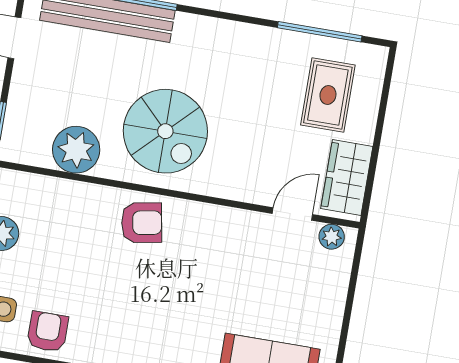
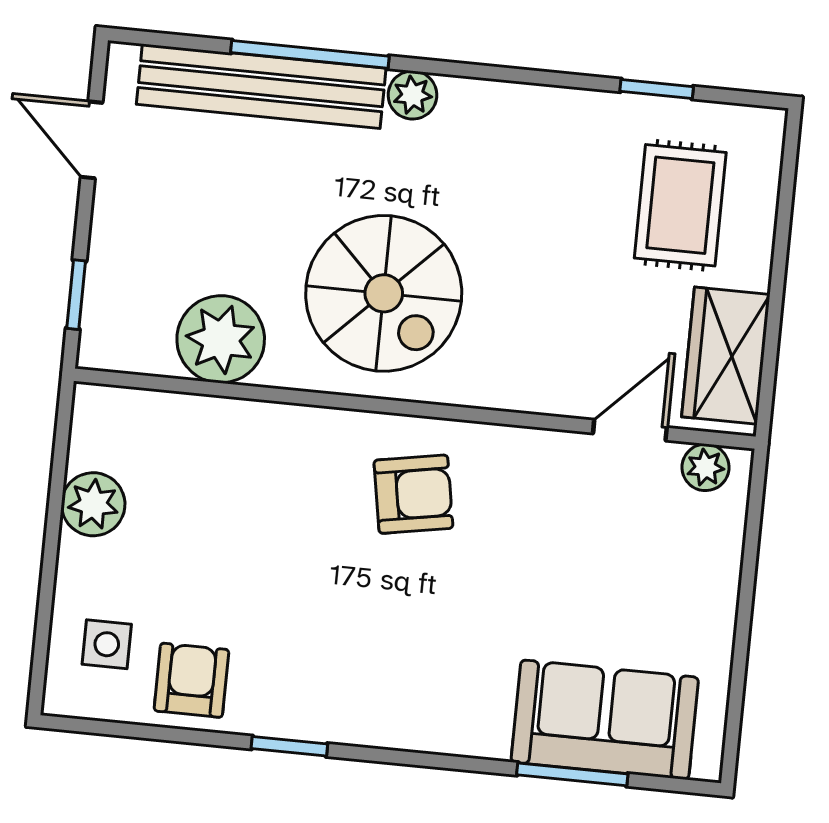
plant: (188, 26) -> (413, 95), added
window: (320, 32) -> (657, 89), width x0.46
armchair: (142, 223) -> (413, 494), moved

